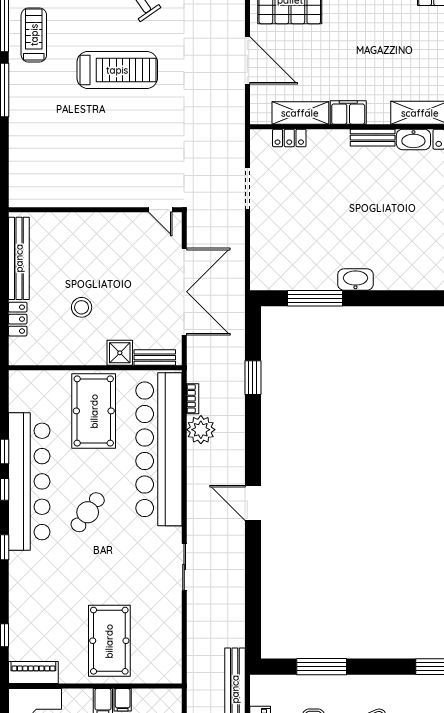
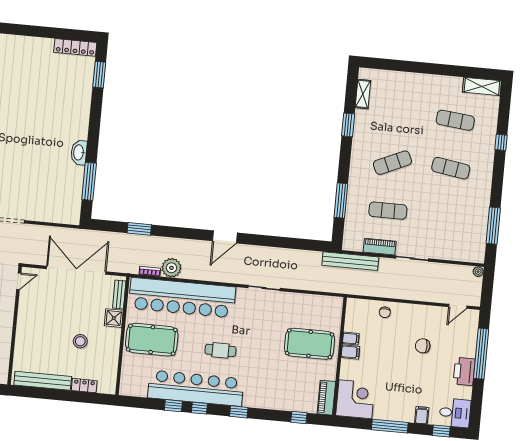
cafe table: (88, 512) -> (221, 350), turned -36

